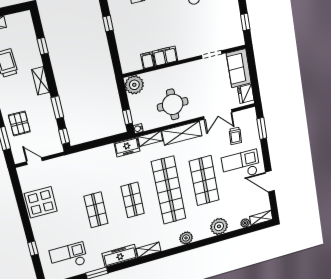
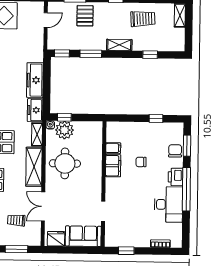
chair: (156, 28) -> (141, 162), added
plant: (134, 85) -> (64, 130), moved
pallet: (19, 124) -> (85, 16), turned 90
freezer: (97, 155) -> (35, 80), added

